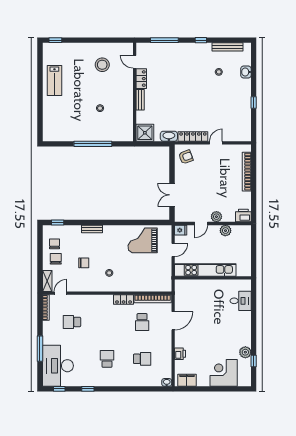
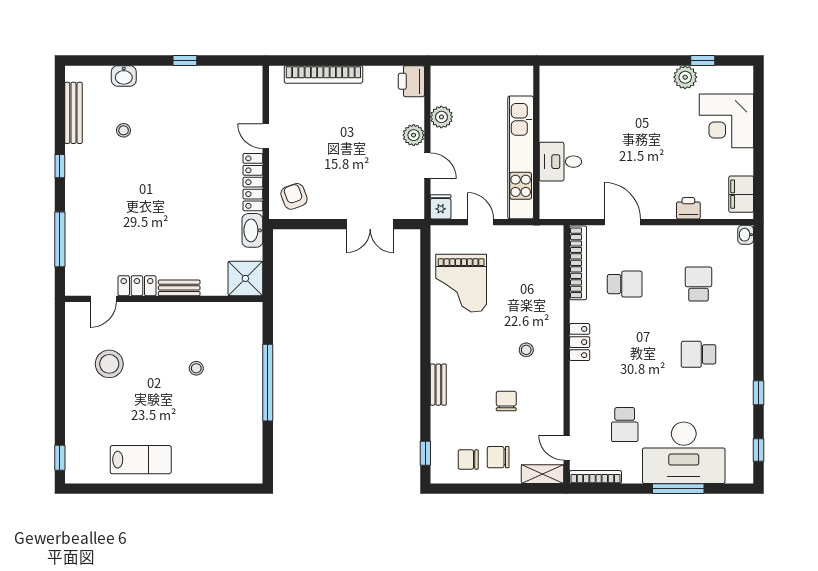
locker: (124, 300) -> (580, 342), moved
desk: (241, 301) -> (560, 162), moved, turned -90
desk: (58, 366) -> (684, 453), moved

